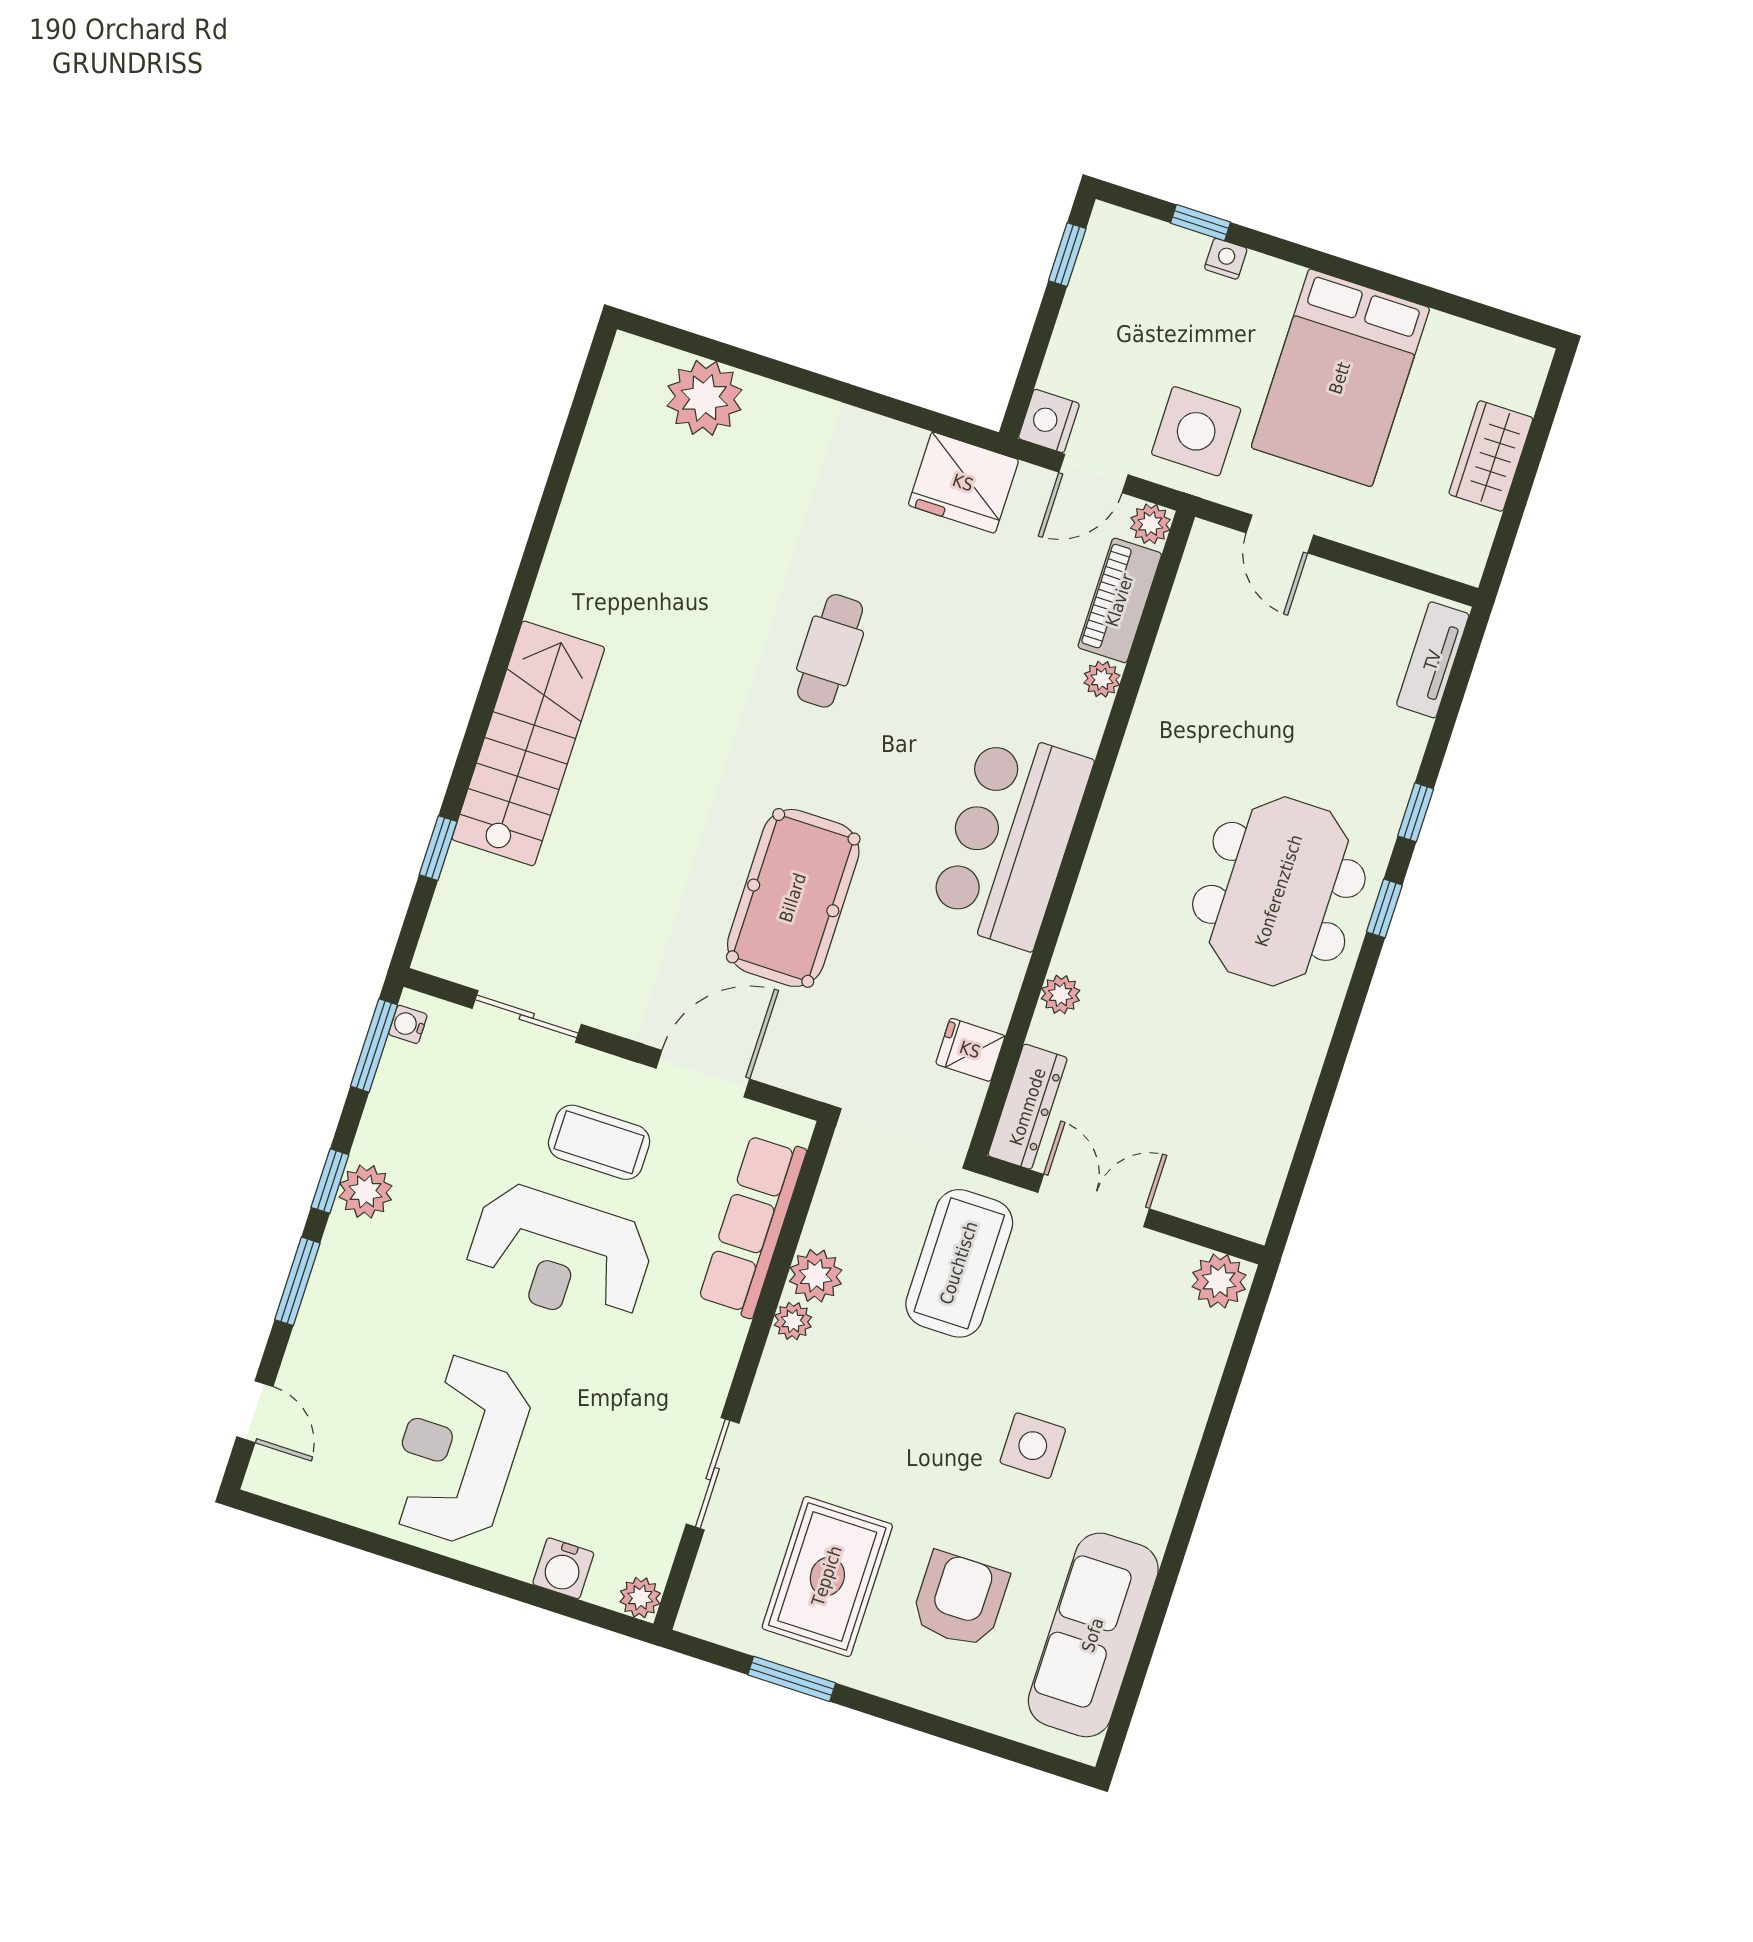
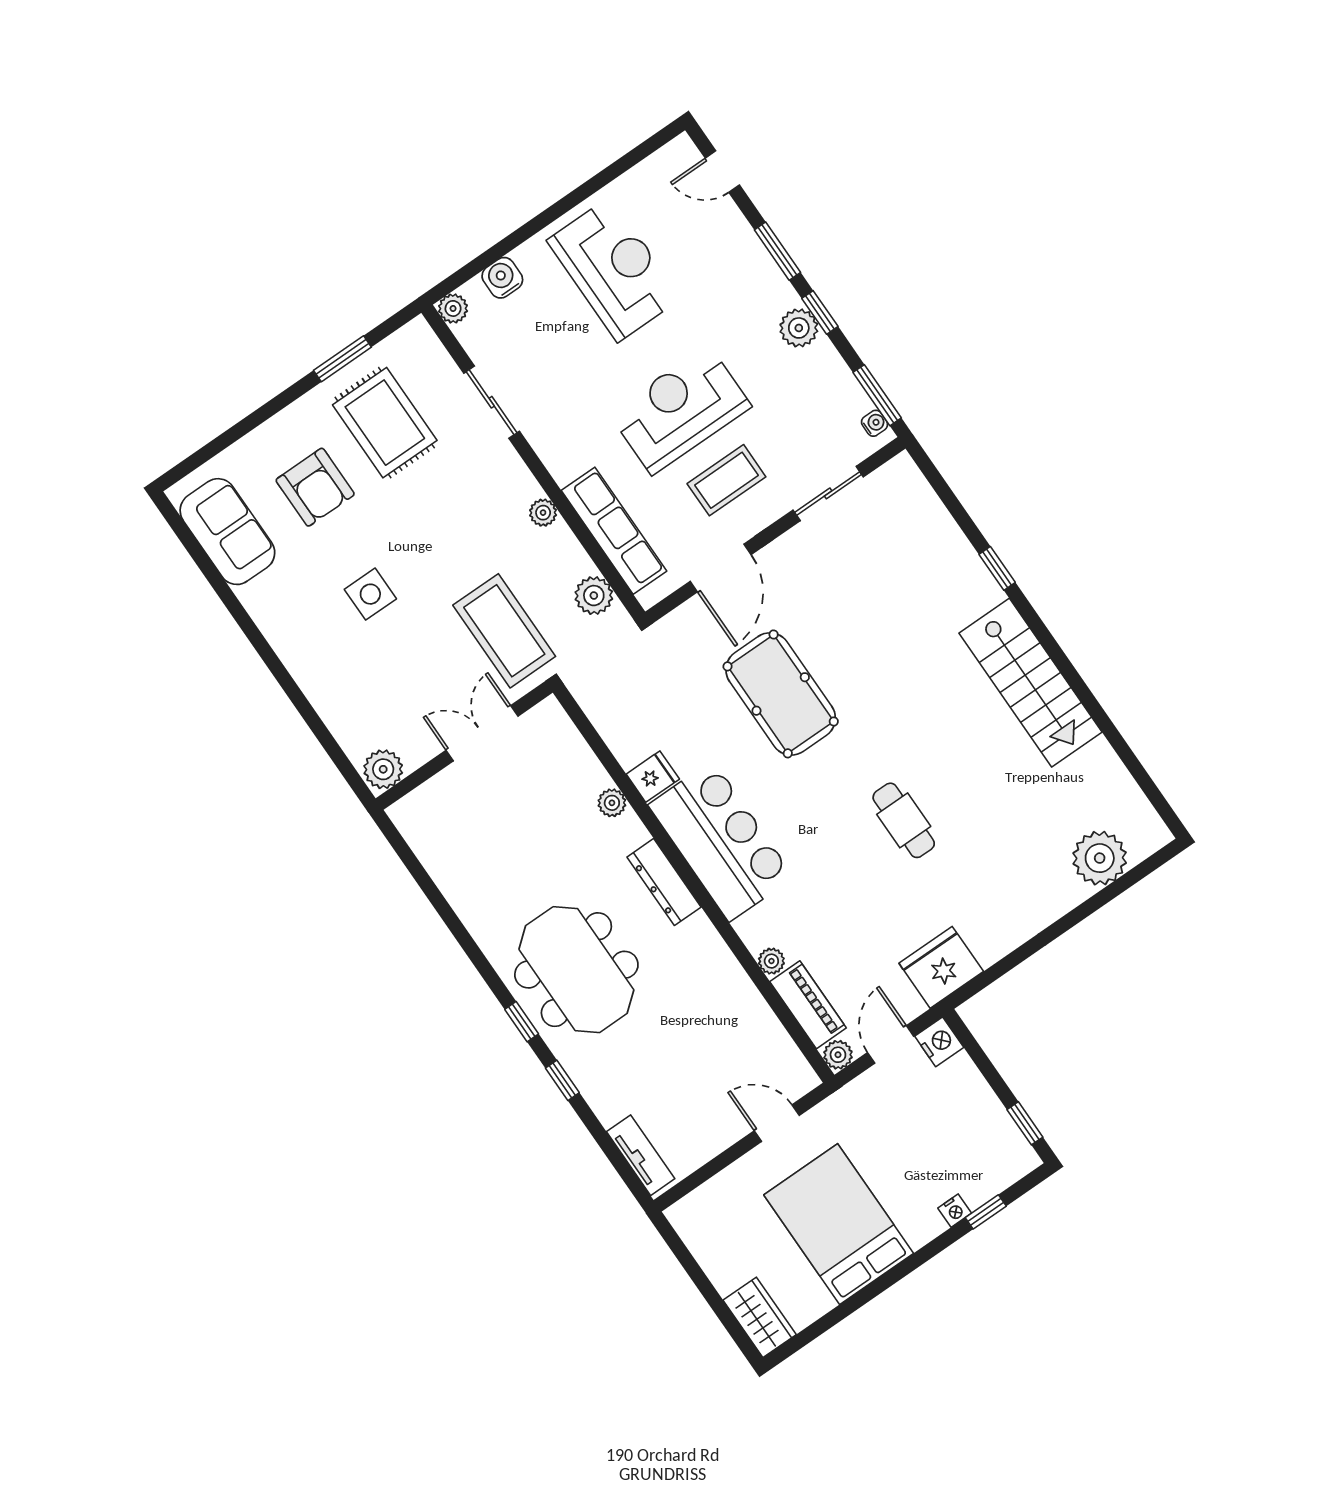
side table: (1196, 431) -> (870, 1120), removed
wardrobe: (1491, 456) -> (760, 1317), moved
stairs: (528, 743) -> (1030, 683), moved
window: (438, 848) -> (997, 568), moved
fridge: (970, 1050) -> (653, 777), moved
dresser: (1028, 1107) -> (664, 882), moved
double door: (1094, 1201) -> (482, 733), swing flipped
plant: (816, 1276) -> (594, 596), moved
sofa: (1093, 1635) -> (227, 532), width x0.73

